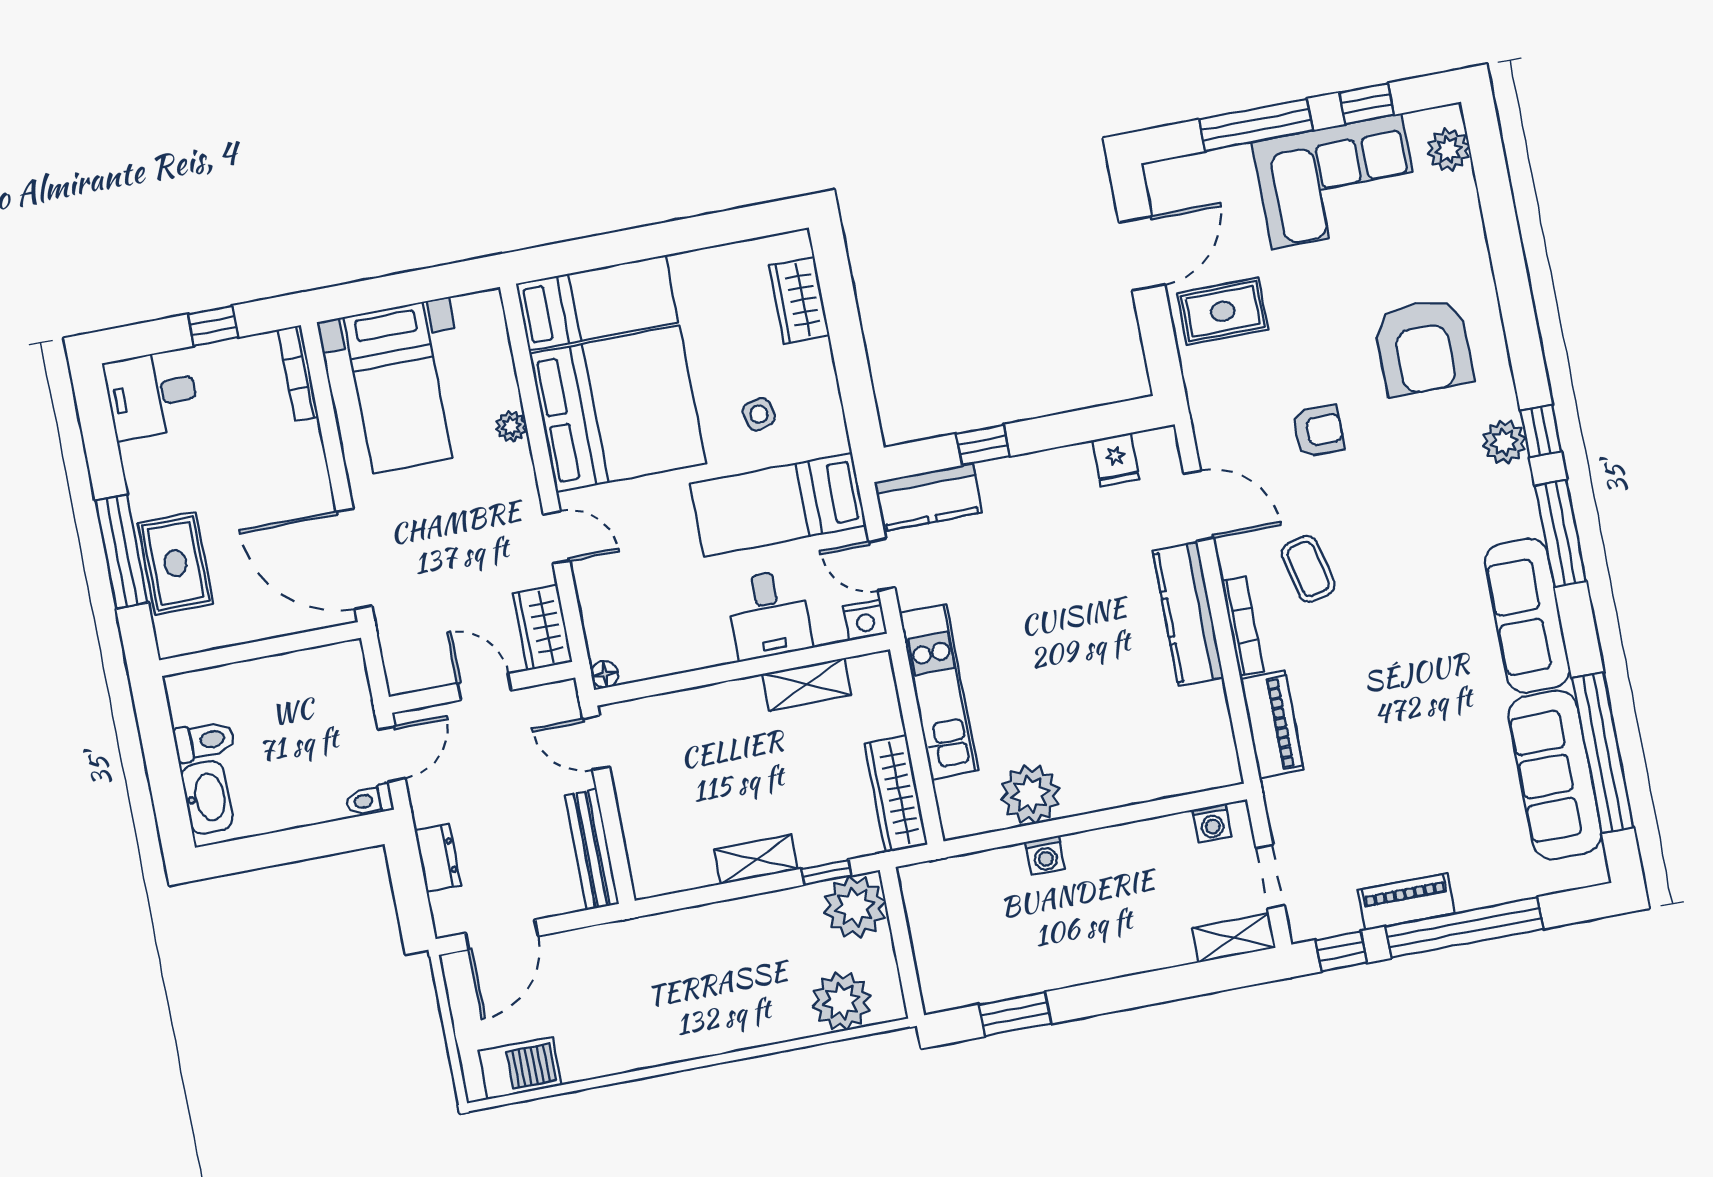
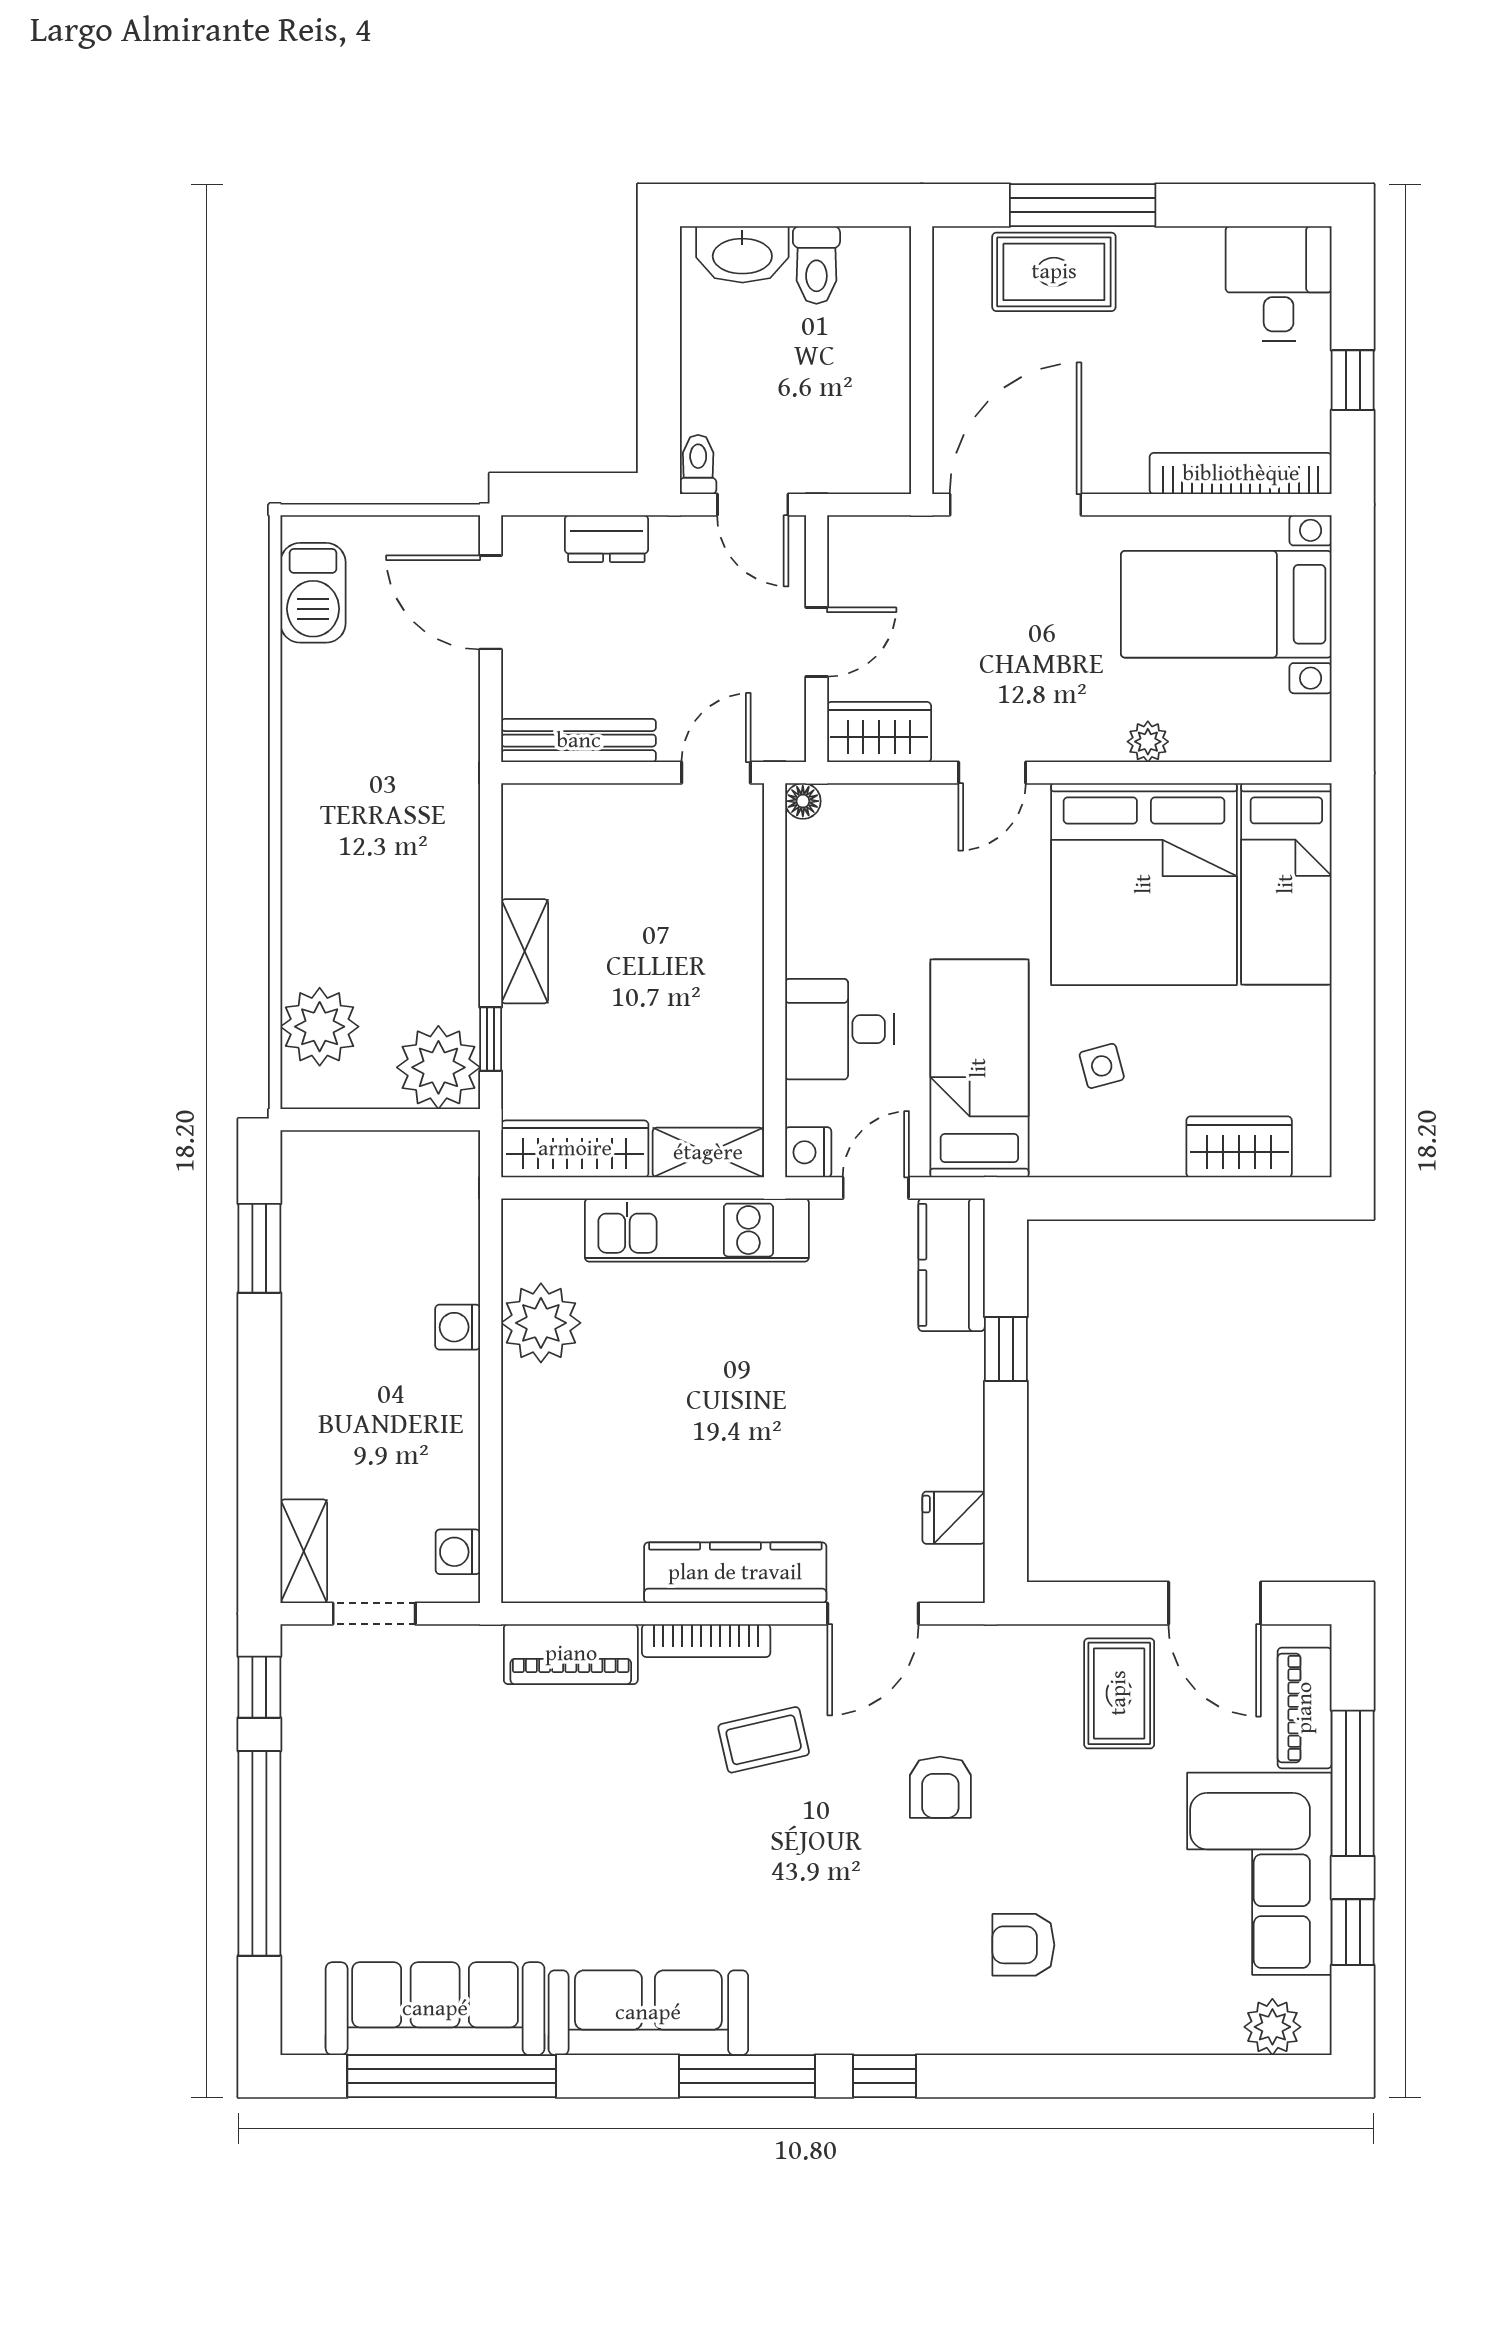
armchair: (1423, 347) -> (1023, 1945), width x0.53, depth x0.53
bookcase: (298, 373) -> (1241, 474), width x1.48, depth x1.31
plant: (1504, 442) -> (879, 2026), removed
shelving: (807, 684) -> (708, 1153), moved, turned 90
piano: (1406, 902) -> (1305, 1708), moved, turned 180

